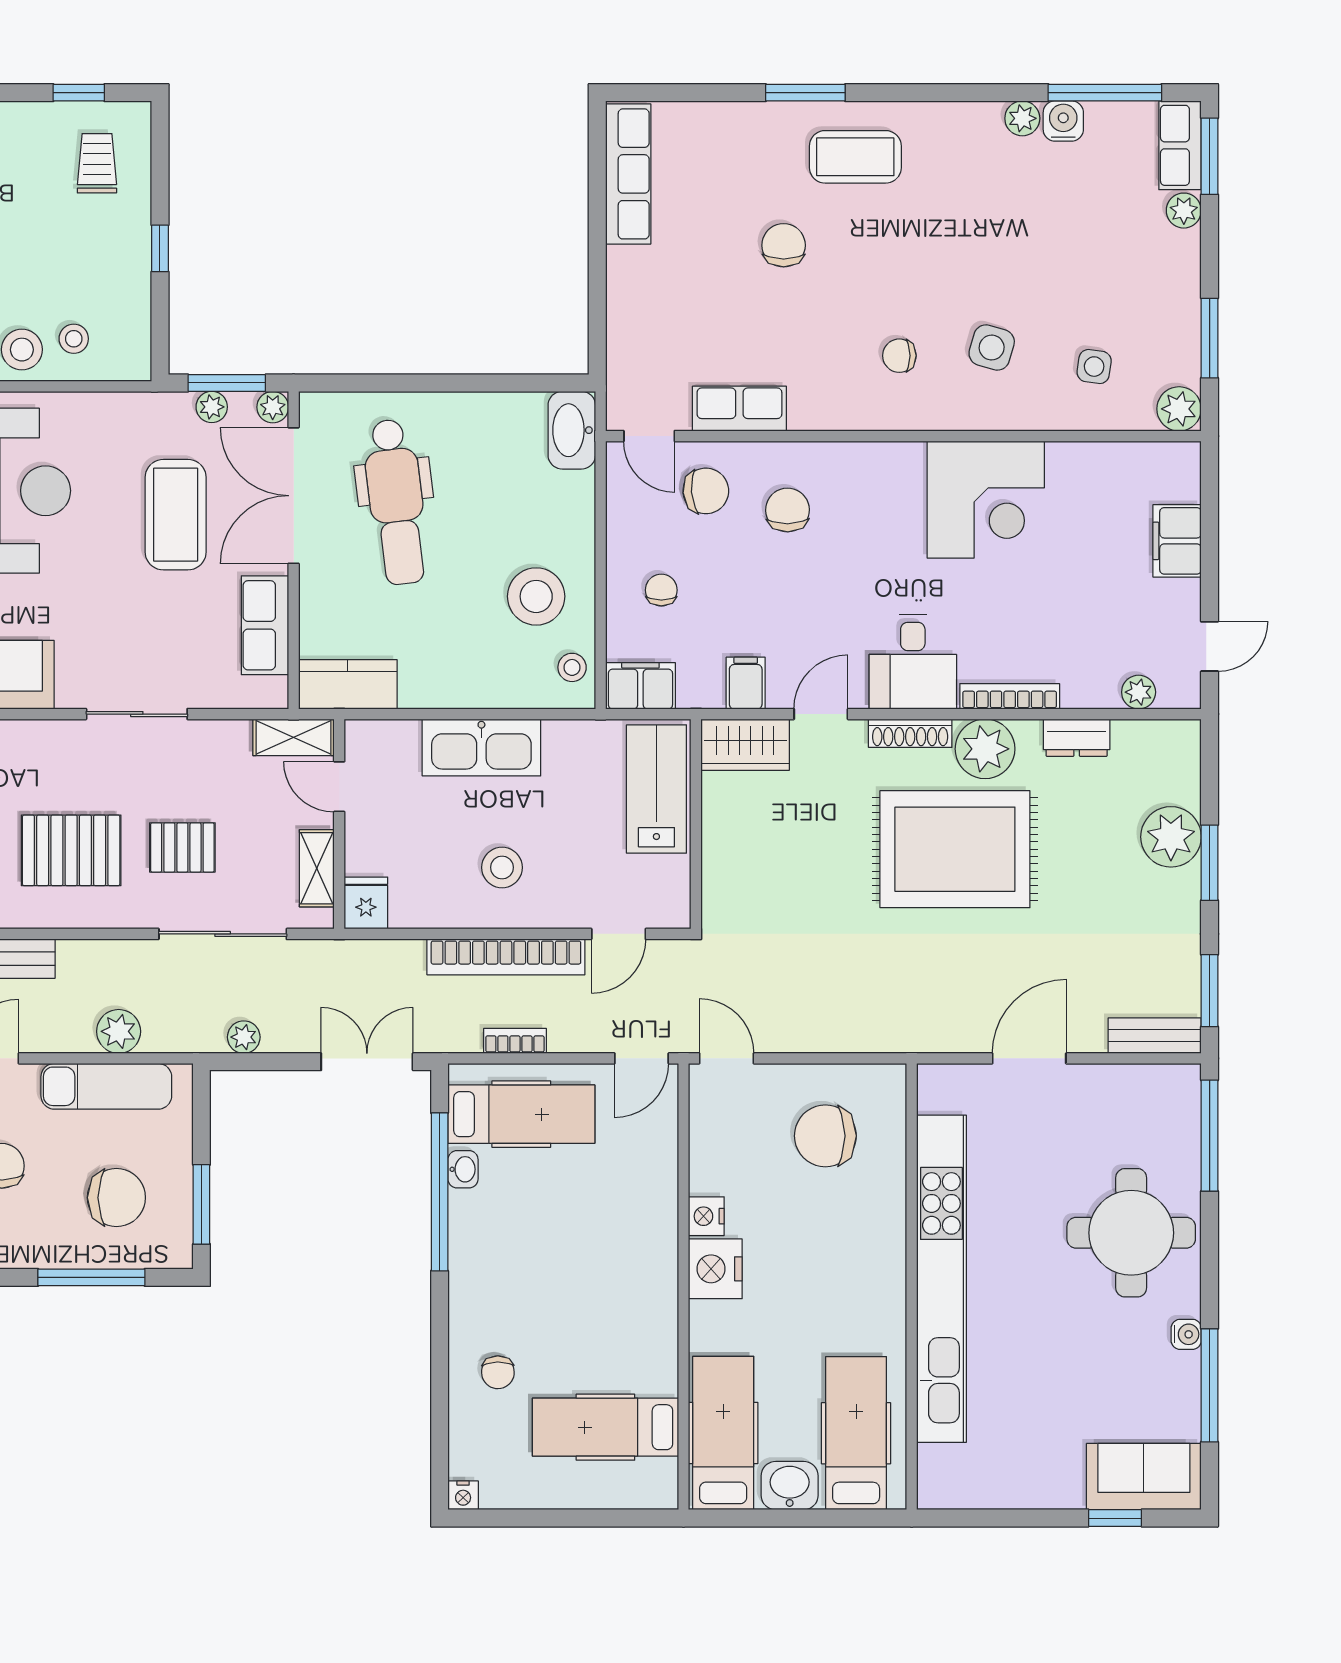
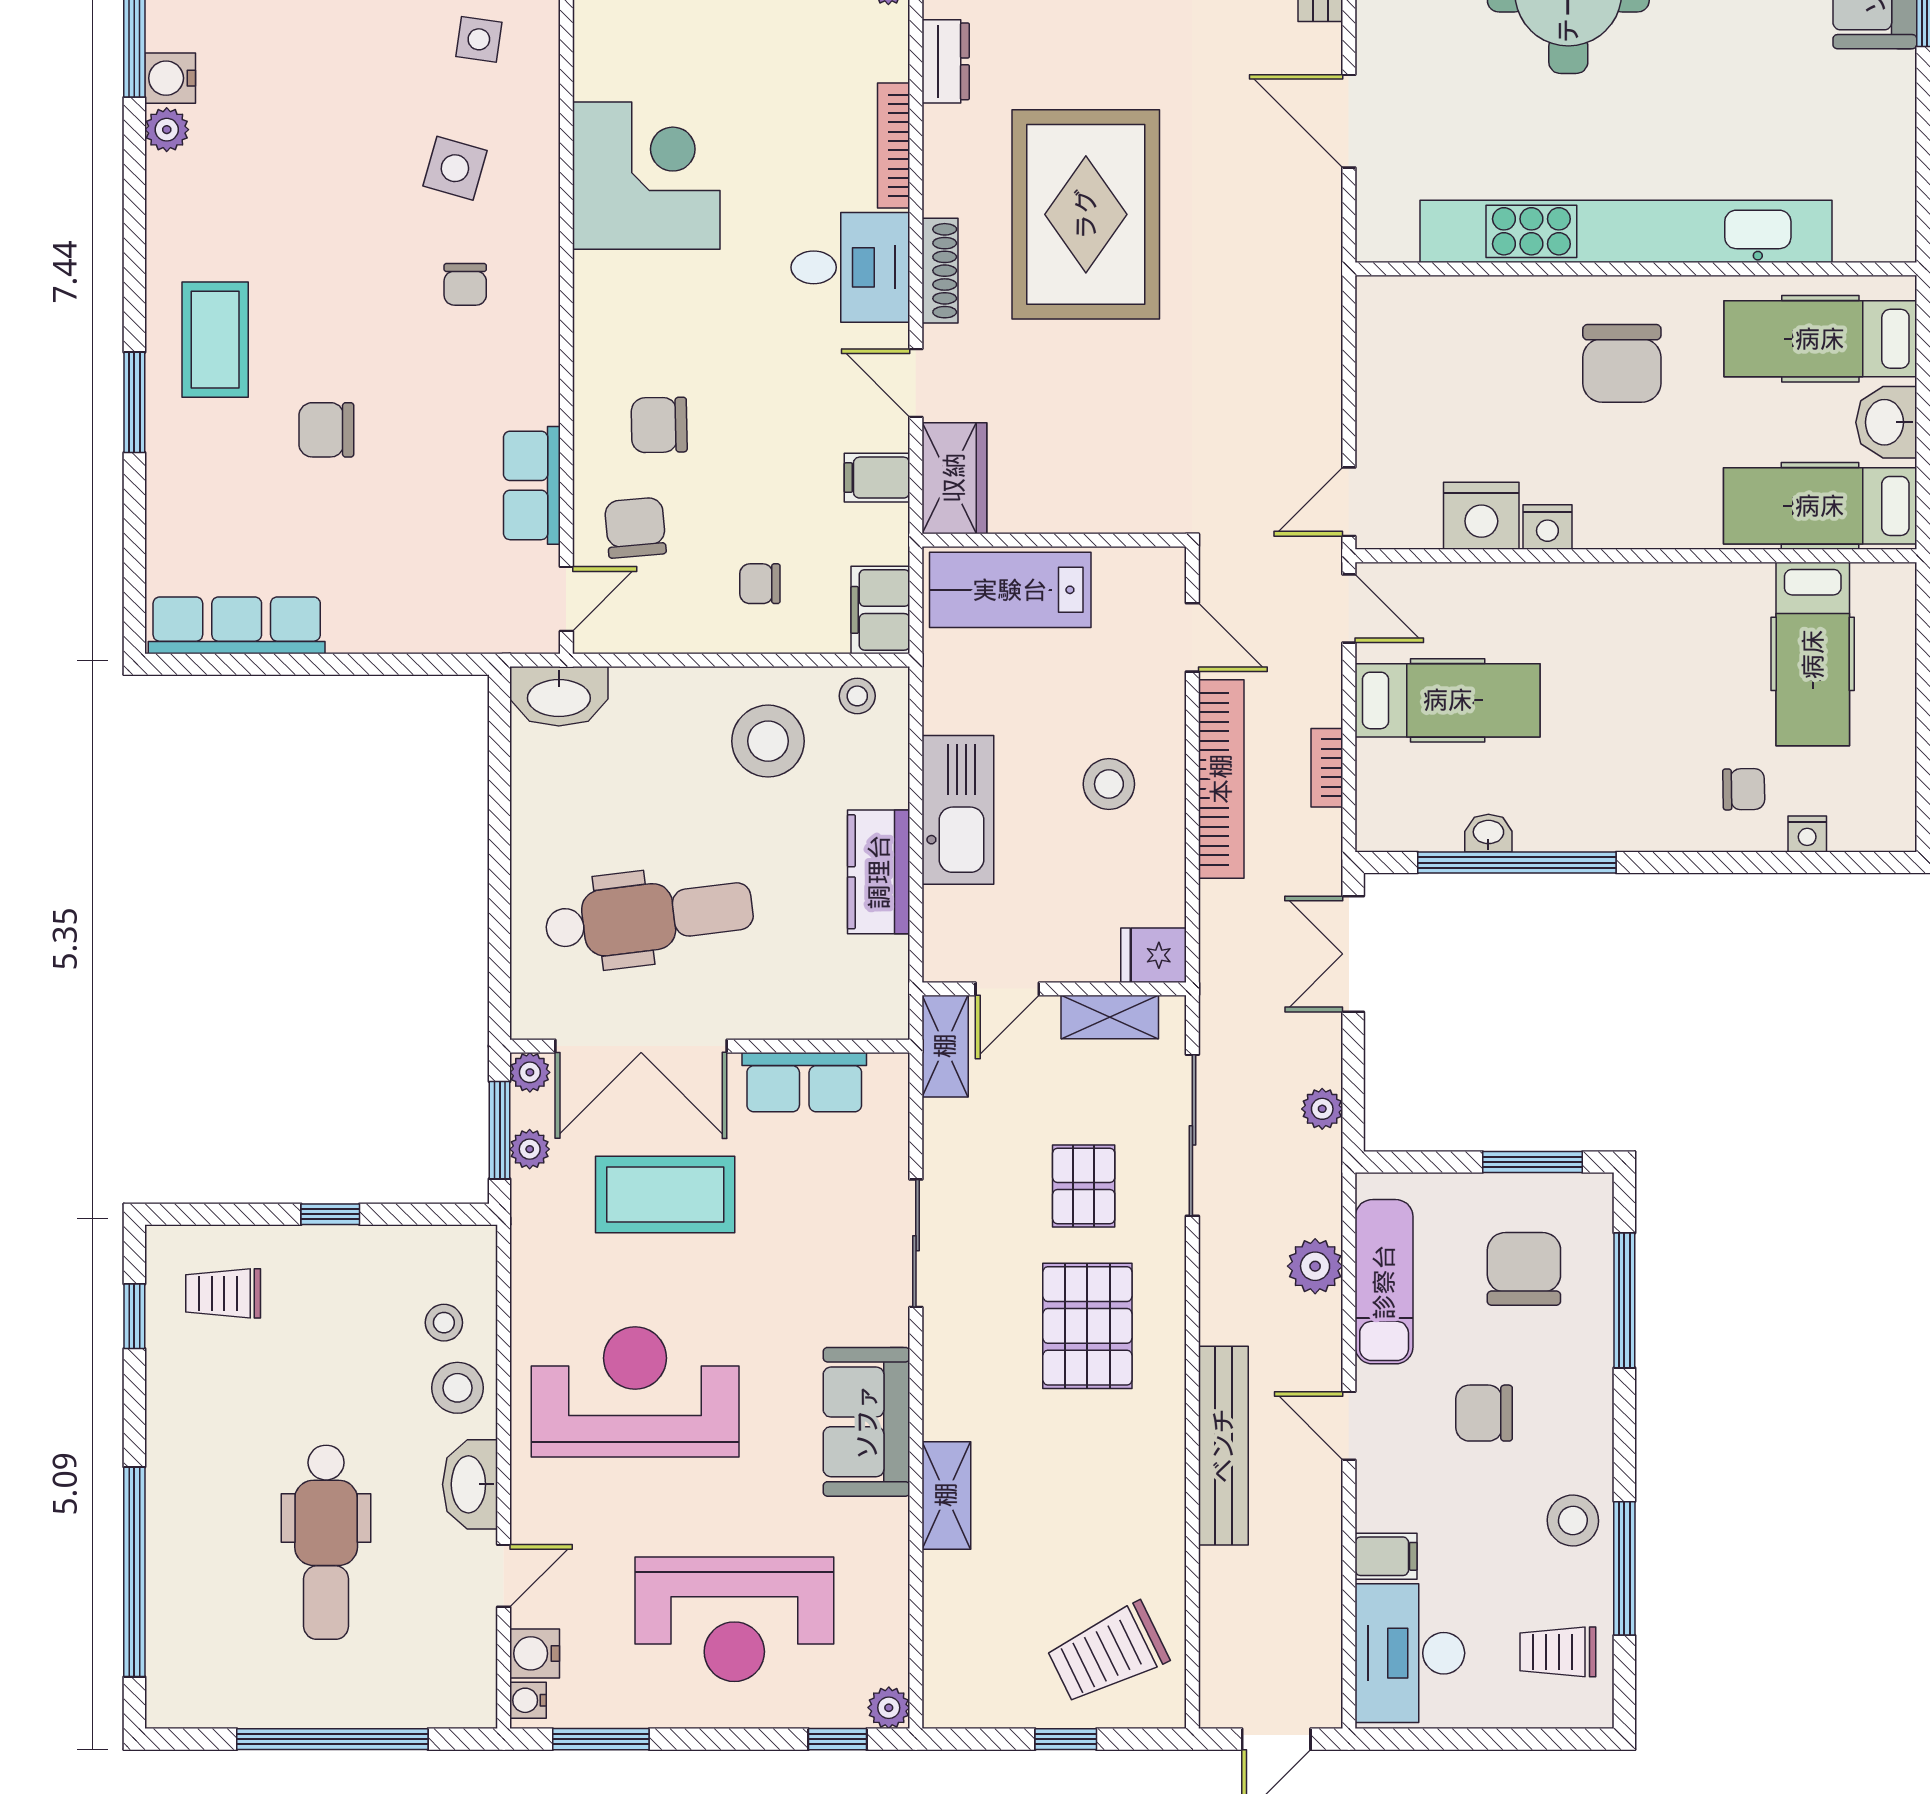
kitchen counter: (348, 684) -> (879, 872), moved
plant: (985, 749) -> (960, 177), removed
hospital bed: (521, 1114) -> (1448, 700), moved, turned 90
chair: (825, 1136) -> (1622, 363), moved
nightstand: (715, 1269) -> (1481, 516), moved
nightstand: (463, 1495) -> (1807, 834), moved, turned 90

